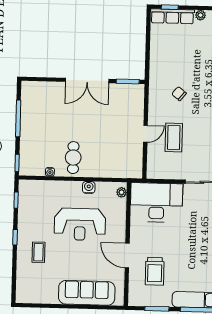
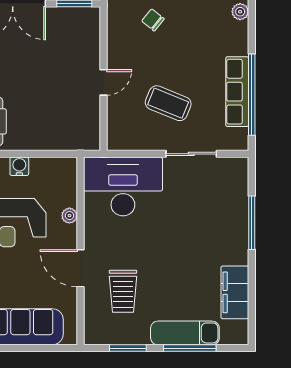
coffee table: (174, 137) -> (168, 103), moved, turned -68
plant: (122, 192) -> (69, 216), moved

